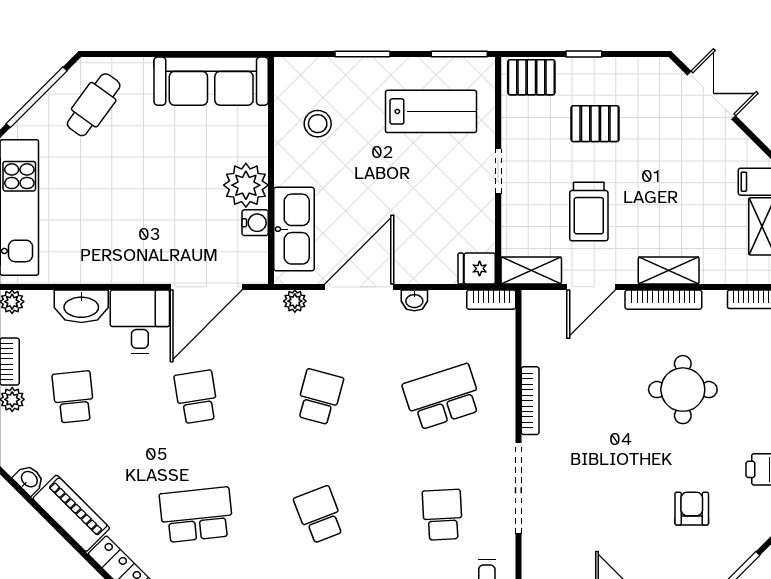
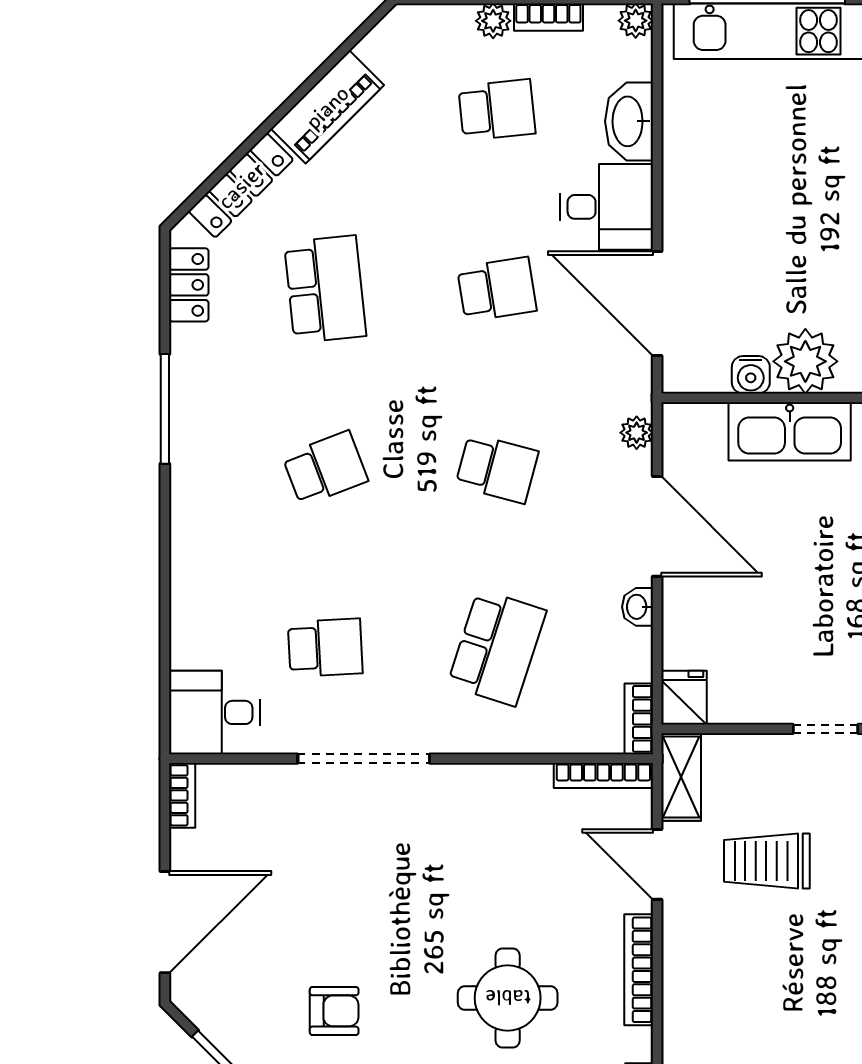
kitchen sink: (294, 229) -> (790, 431), moved
shelving: (669, 270) -> (681, 977), removed
school desk: (442, 397) -> (497, 648), turned 36
bookcase: (530, 401) -> (603, 776), moved
washbasin: (29, 480) -> (376, 45), removed

